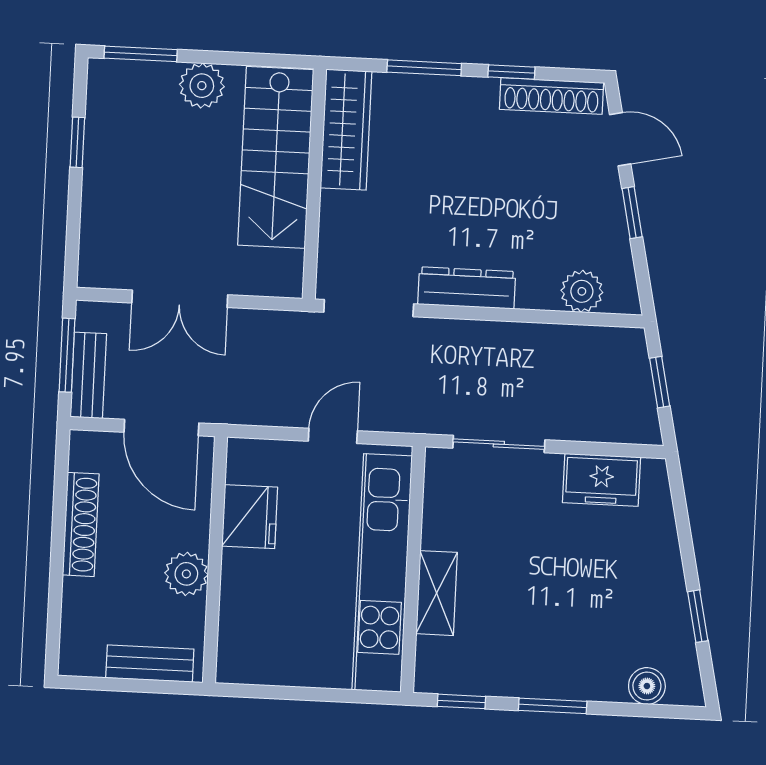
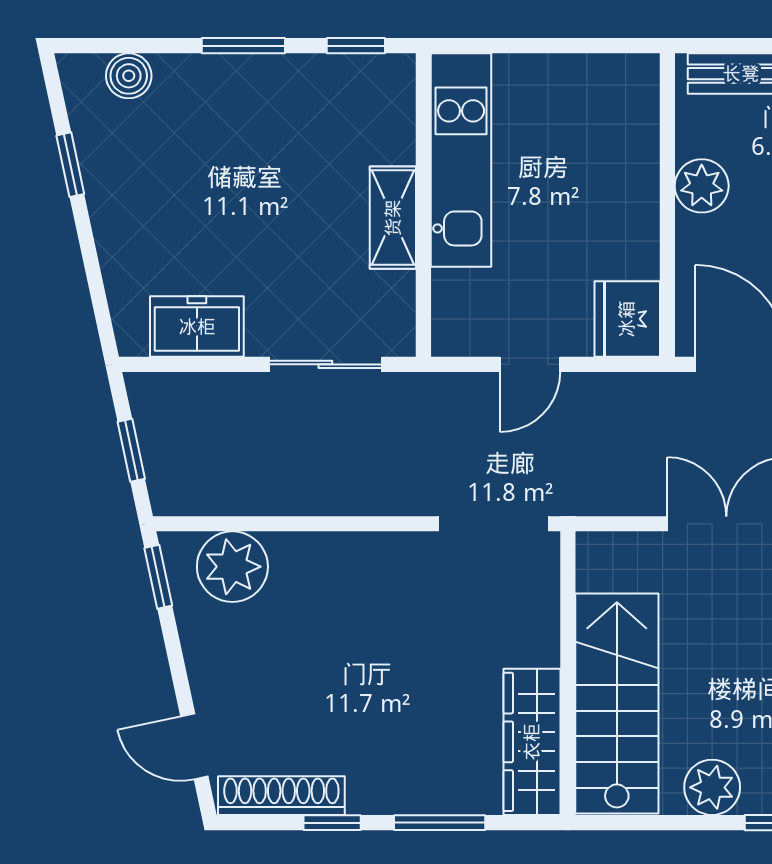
window: (632, 213) -> (158, 577), moved
dresser: (467, 288) -> (374, 554), removed
plant: (582, 291) -> (232, 567), width x1.36, depth x1.36
fridge: (250, 517) -> (627, 319), moved
kitchen unit: (382, 573) -> (461, 160), width x0.73
shelving: (437, 593) -> (393, 218), moved

